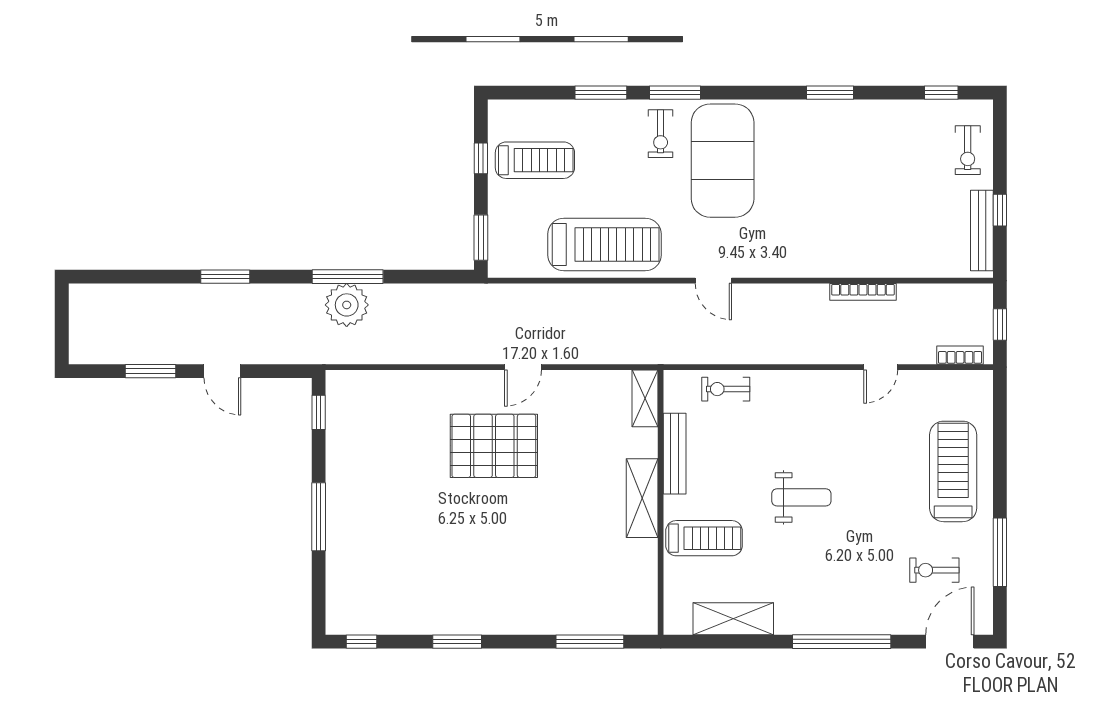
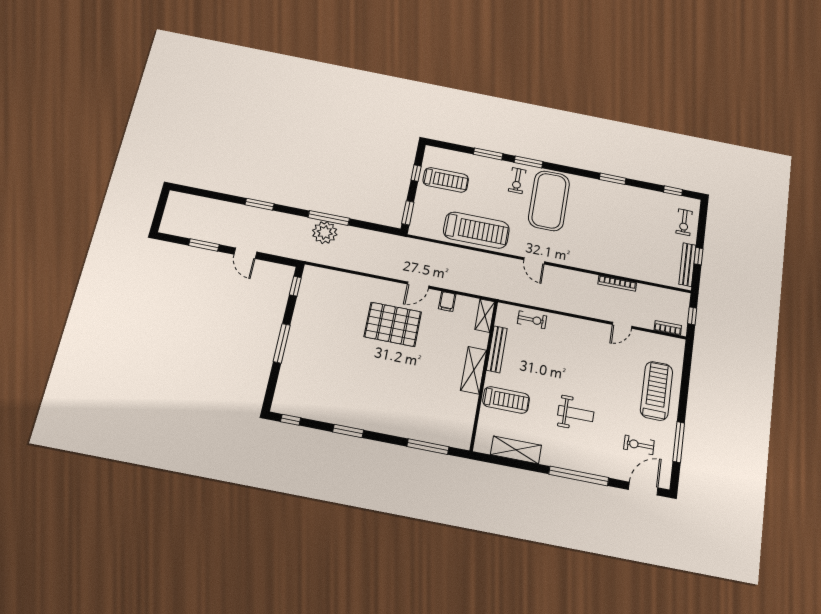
filing cabinet: (577, 386) -> (447, 301), added
exercise bike: (726, 389) -> (532, 320), turned 180
weight bench: (801, 497) -> (576, 413), moved

